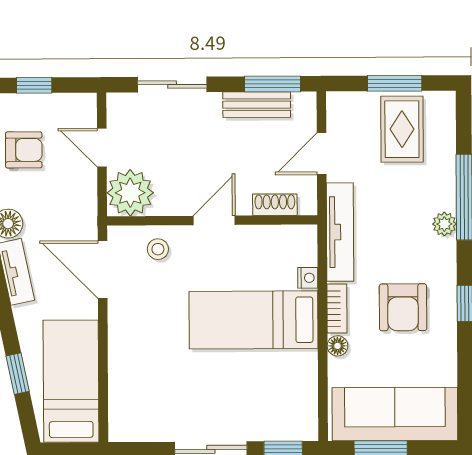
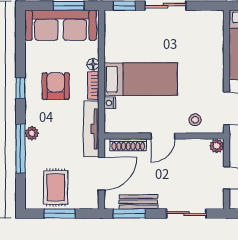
door: (322, 154) -> (102, 174), width x1.38
plant: (130, 193) -> (217, 146), width x0.53, depth x0.53
shoe rack: (275, 205) -> (128, 145), width x1.43

